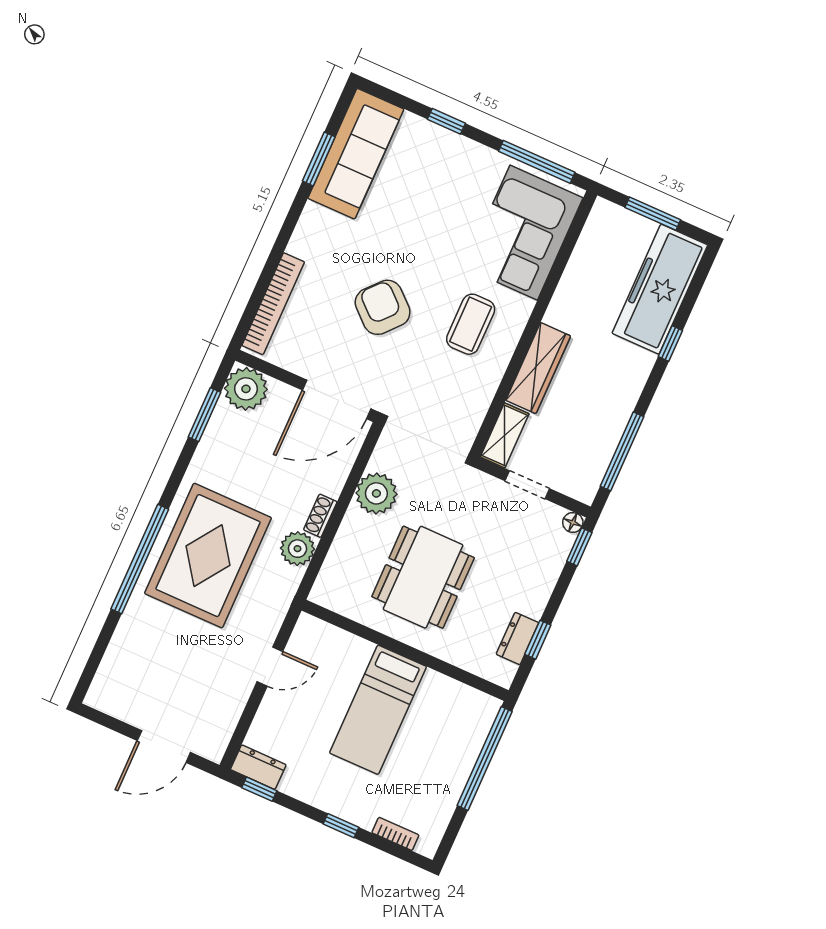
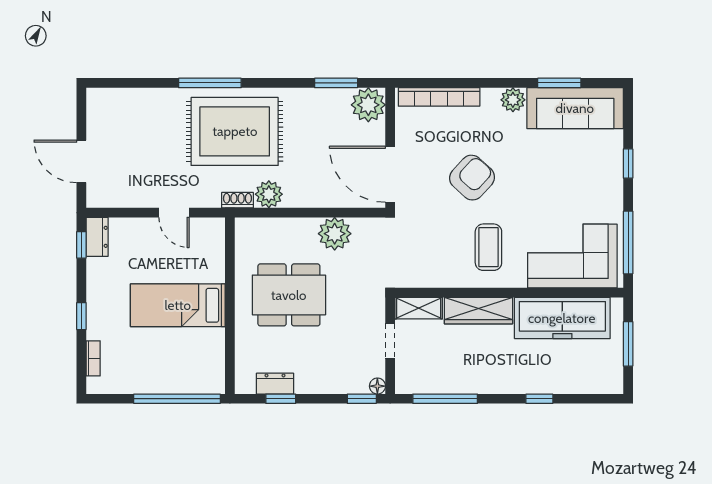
plant: (314, 221) -> (513, 100), added
freezer: (660, 289) -> (562, 318), moved, turned 180
coffee table: (471, 324) -> (488, 247), turned 90
shoe rack: (320, 516) -> (237, 200), moved
window: (140, 559) -> (210, 83), width x0.68

